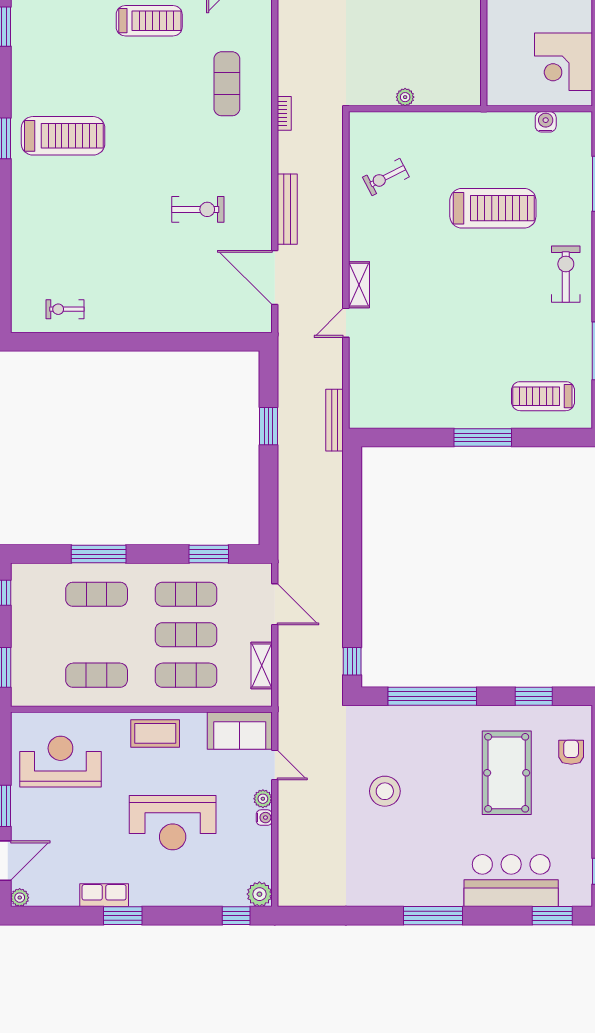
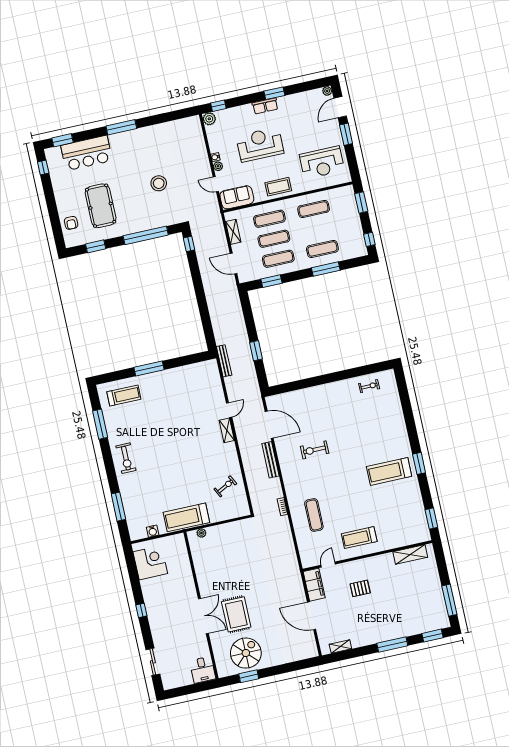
plant: (405, 97) -> (201, 533), moved
treadmill: (493, 208) -> (186, 517), moved
row of seats: (104, 895) -> (265, 106), moved

